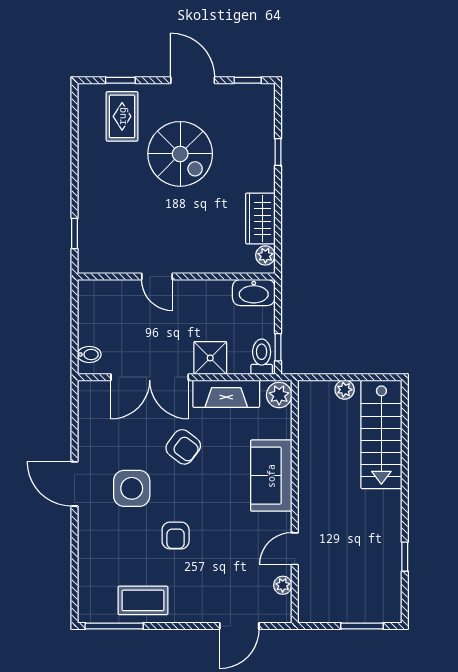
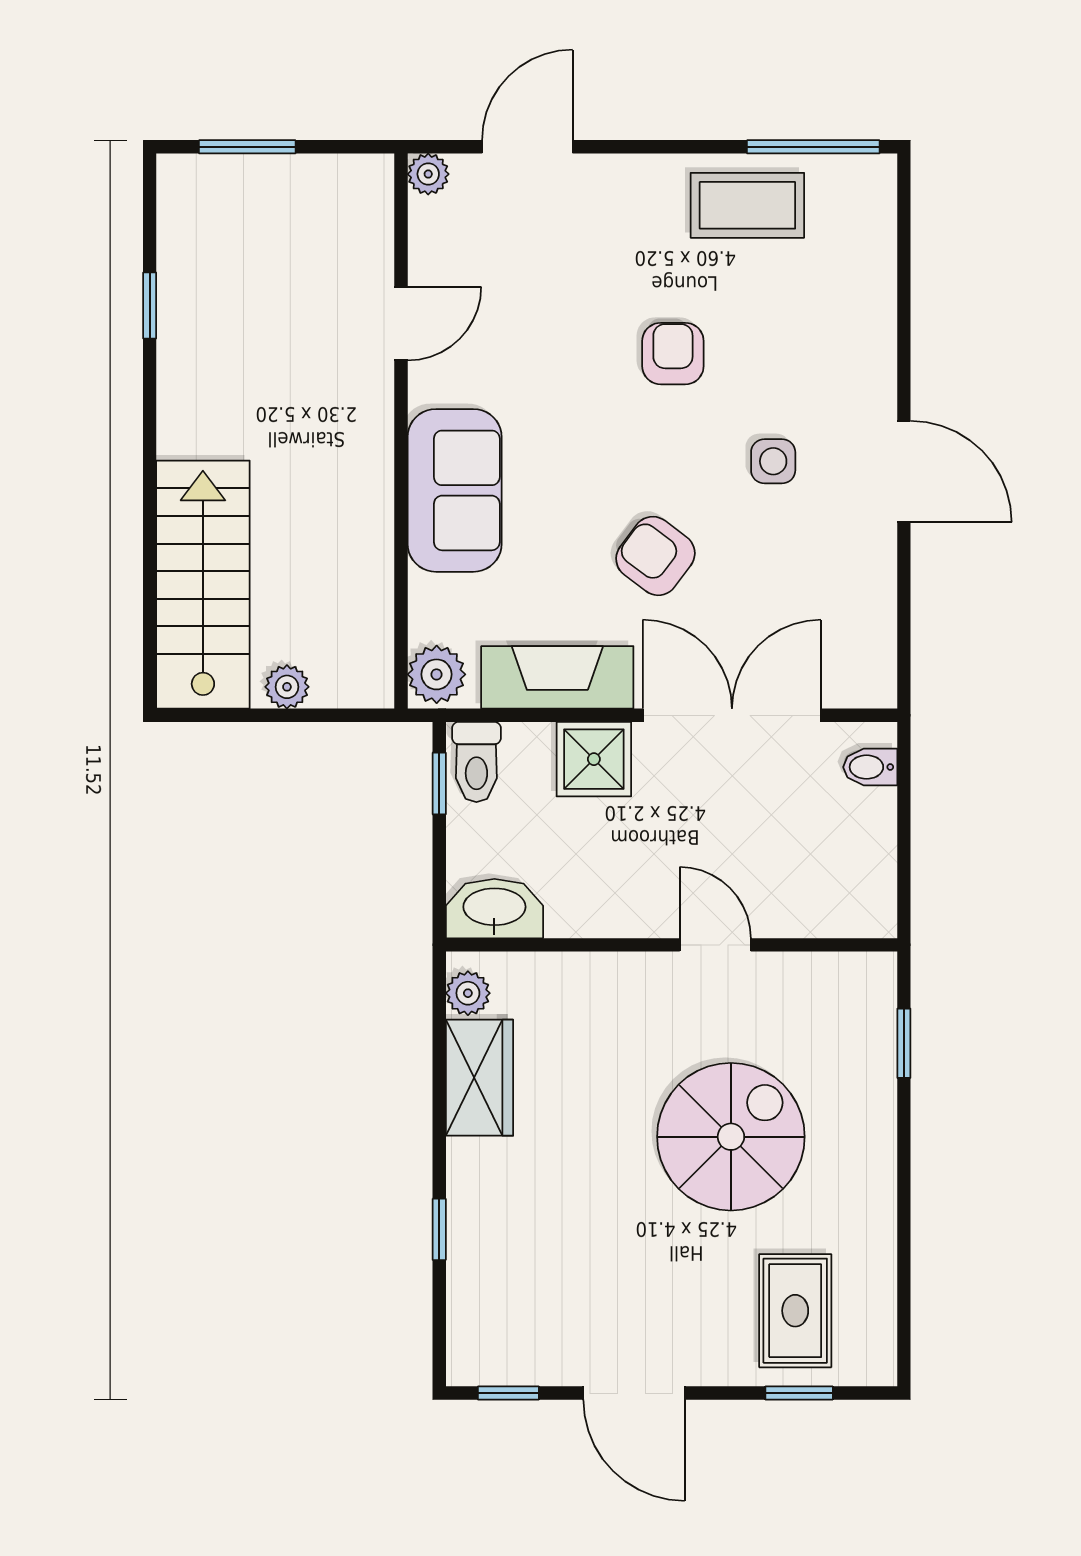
spiral stairs: (180, 154) -> (731, 1137), moved, turned 90
side table: (132, 488) -> (773, 461), width x0.54, depth x0.54
plant: (283, 585) -> (428, 174), moved

